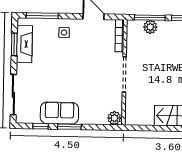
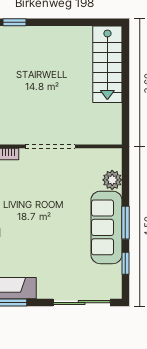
sofa: (59, 113) -> (106, 227), width x1.36
plant: (114, 118) -> (112, 180), moved

